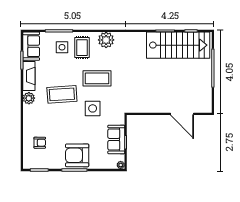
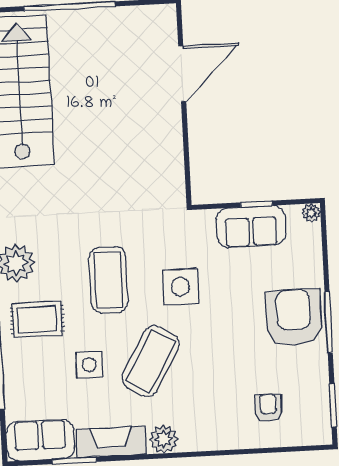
side table: (62, 47) -> (89, 365), moved
coffee table: (62, 94) -> (151, 361), turned 34
armchair: (77, 155) -> (294, 317), turned 180

